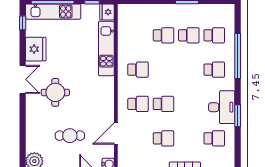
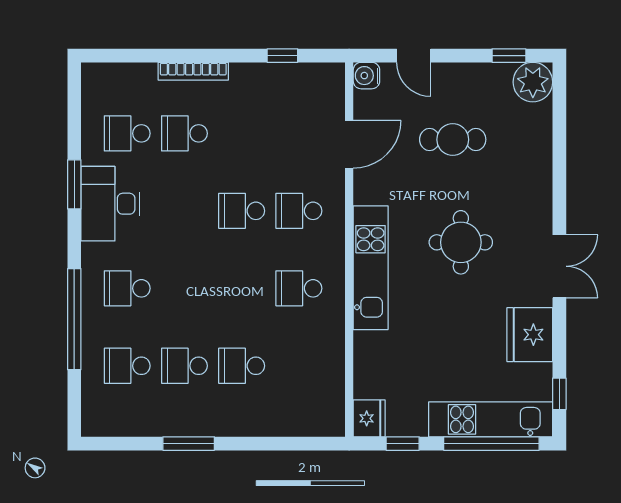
kitchen unit: (106, 49) -> (371, 268), moved
double door: (23, 79) -> (559, 266), swing flipped
round table: (55, 92) -> (461, 242), moved
school desk: (163, 138) -> (184, 133), moved

